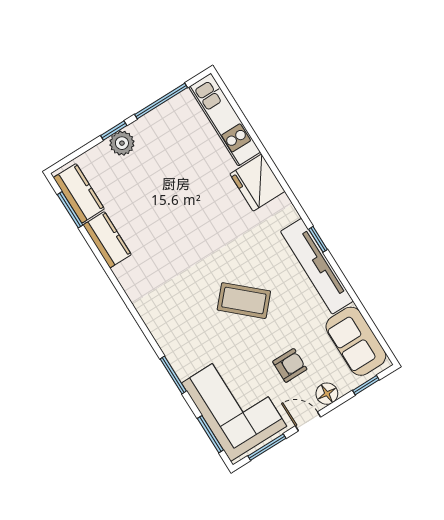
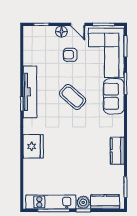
kitchen unit: (225, 120) -> (51, 202), moved, turned -90
kitchen counter: (79, 193) -> (105, 202), moved, turned 90
kitchen counter: (107, 240) -> (117, 151), moved
sofa: (356, 341) -> (114, 96), moved, turned 180

